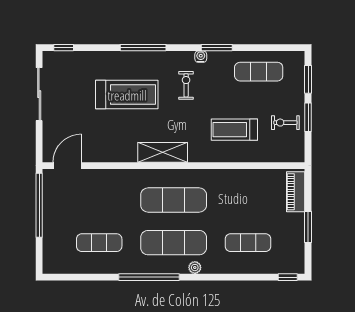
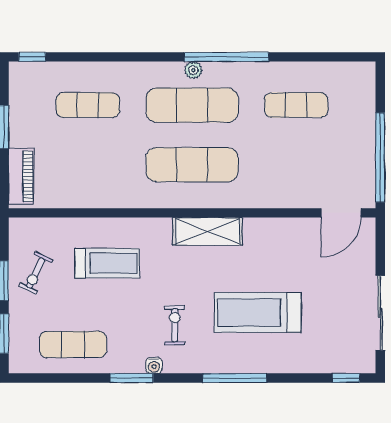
exercise bike: (186, 85) -> (175, 325), turned 180
exercise bike: (285, 123) -> (36, 273), turned 116
plant: (195, 268) -> (193, 70), moved

